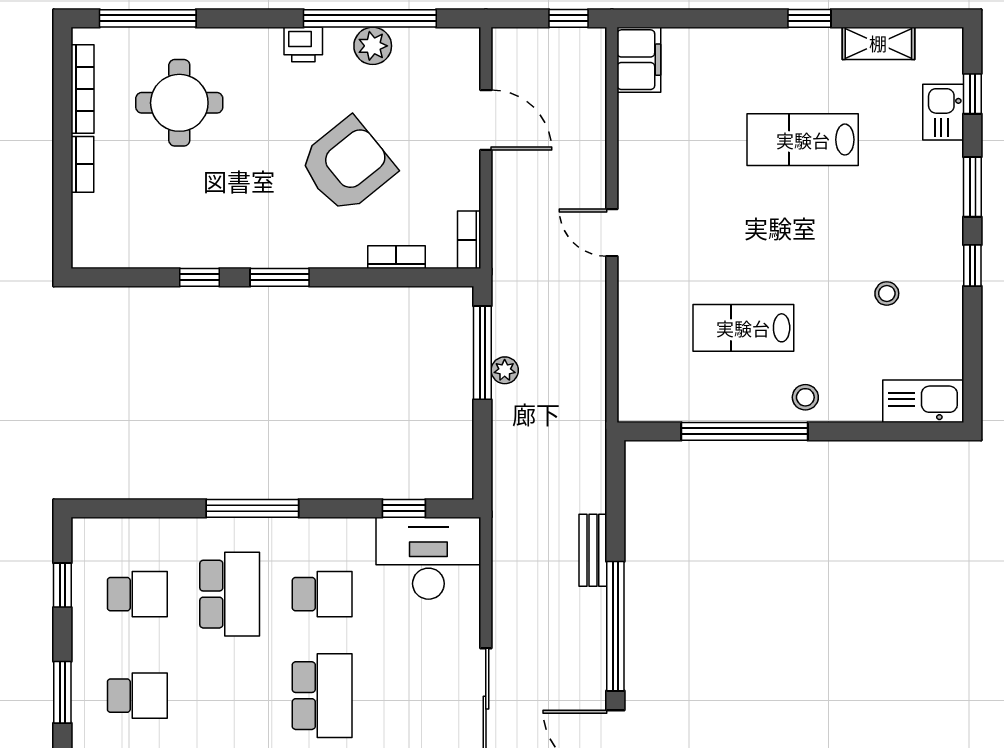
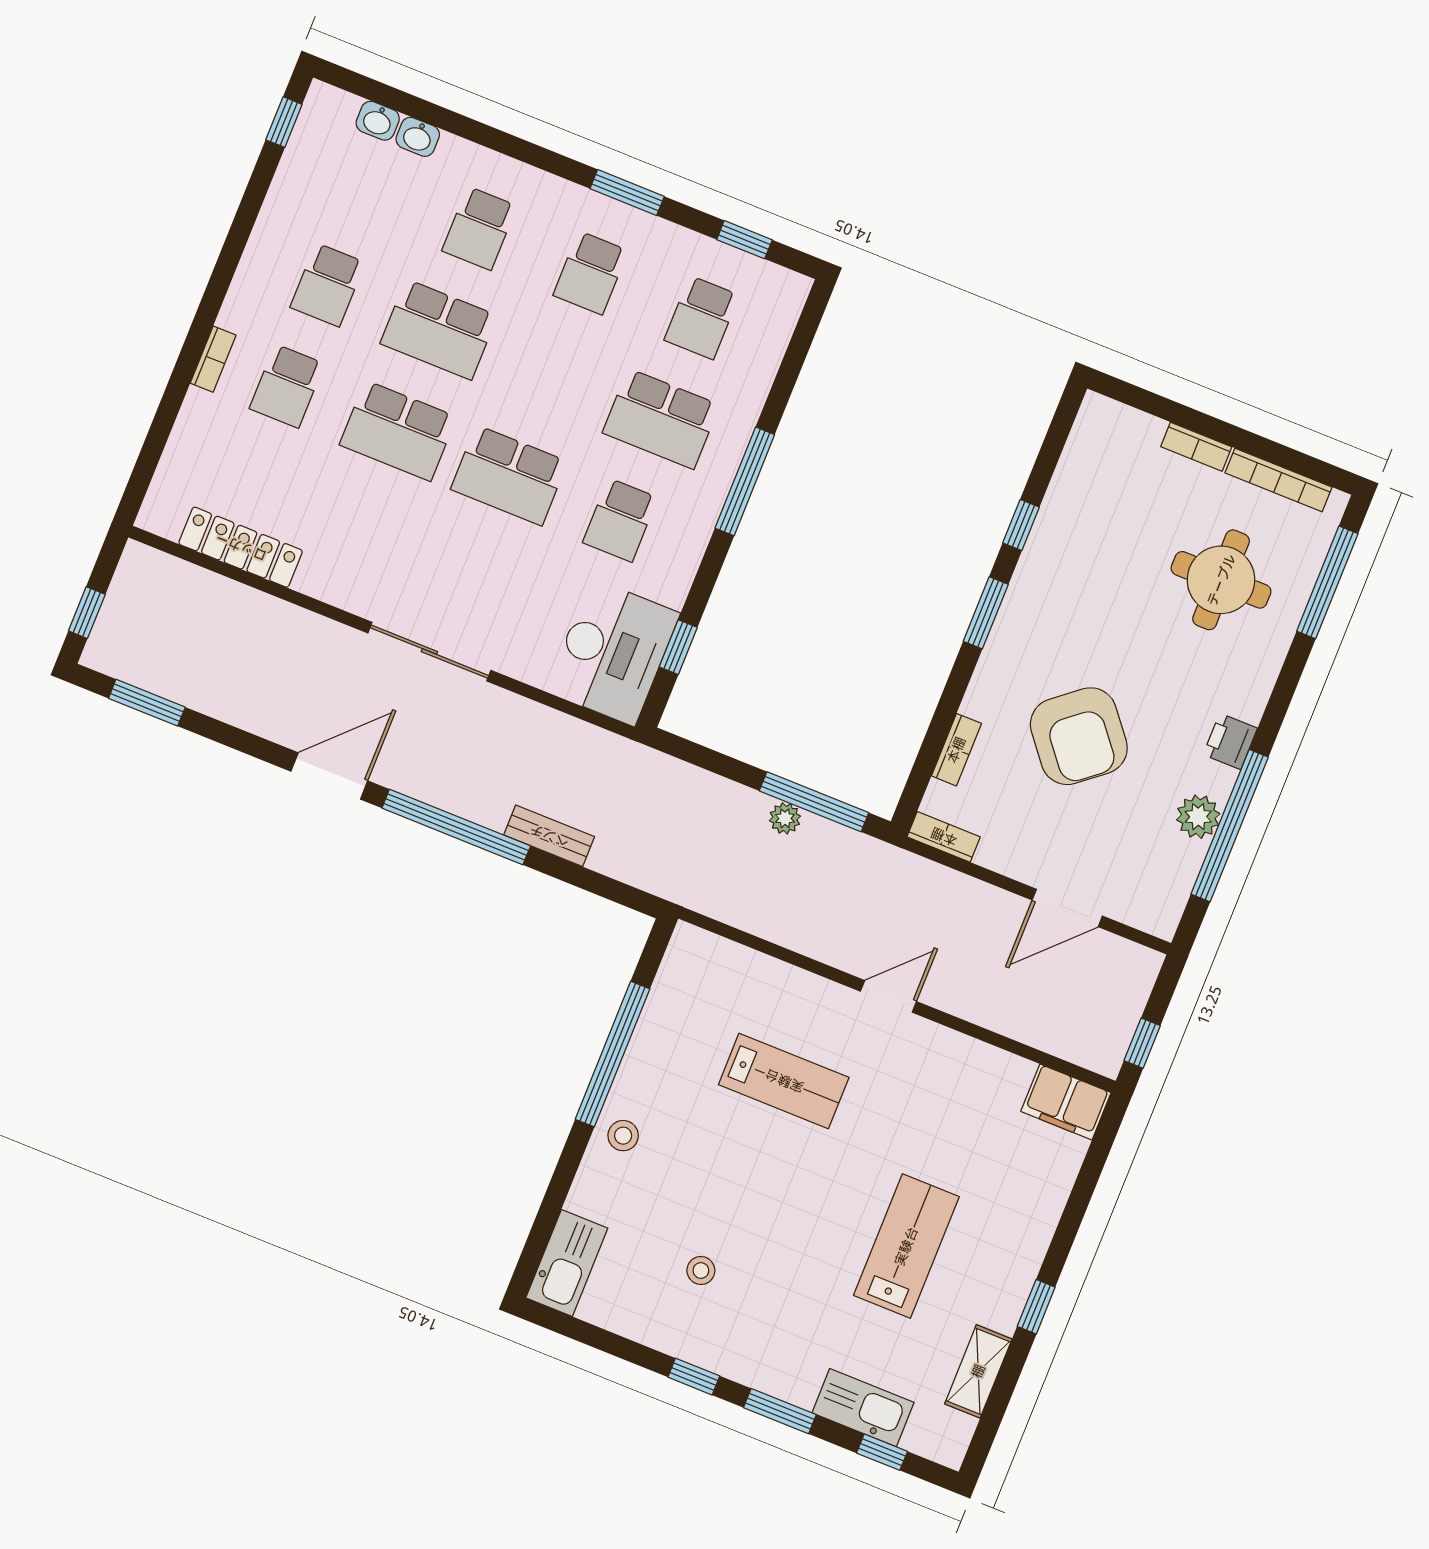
kitchen sink: (943, 112) -> (863, 1408), width x1.38
lab bench: (743, 328) -> (784, 1081), moved, turned 90

